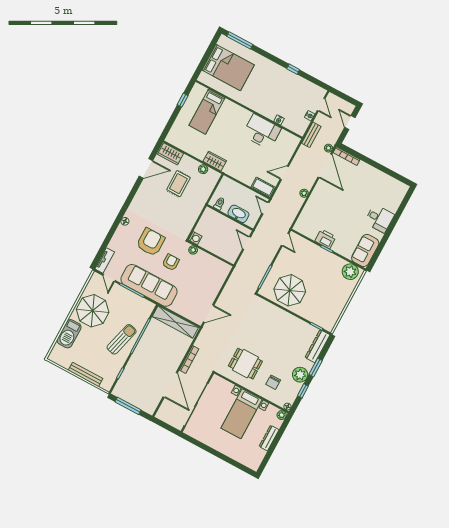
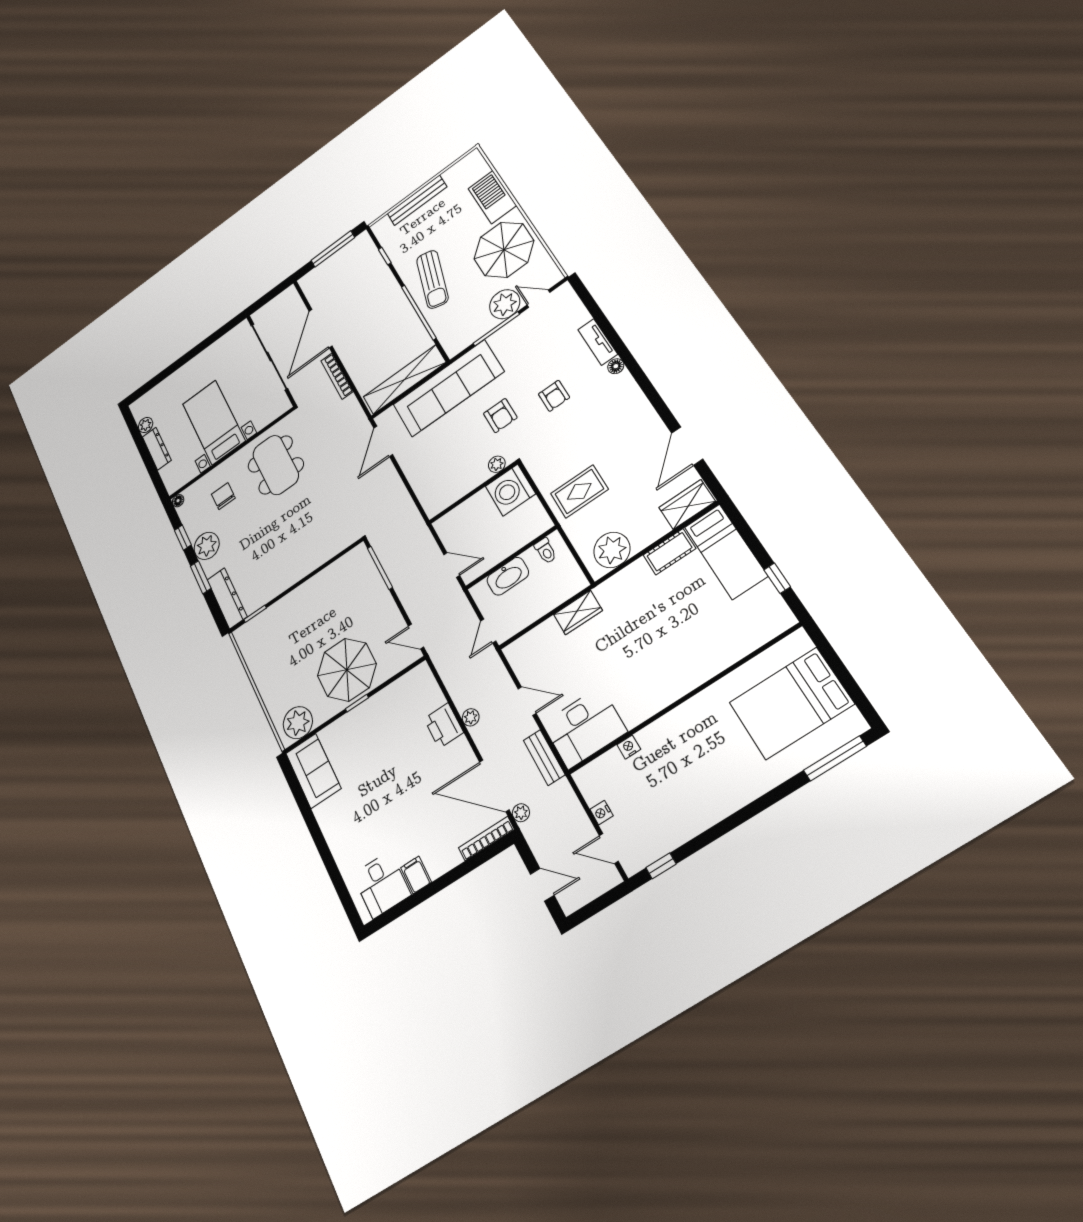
window: (293, 69) -> (661, 866), moved
bed: (207, 112) -> (726, 552), moved, turned 180
desk: (262, 132) -> (585, 728), moved
bench: (311, 135) -> (544, 758), moved
wardrobe: (215, 161) -> (578, 613), moved
plant: (203, 169) -> (612, 550), width x1.88, depth x1.88
door: (284, 173) -> (527, 701), hinge flipped
filing cabinet: (378, 177) -> (416, 875), added
rug: (178, 184) -> (579, 491), moved, turned 90
cot: (263, 187) -> (669, 552), moved
door: (265, 208) -> (488, 631), swing flipped
desk: (379, 219) -> (382, 885), moved, turned -90
washing machine: (195, 238) -> (510, 490), width x1.89, depth x1.89
printer: (325, 239) -> (444, 726), moved, turned 90
armchair: (151, 242) -> (554, 396), width x0.53, depth x0.53
tv unit: (105, 260) -> (598, 342), moved
sofa: (149, 285) -> (448, 388), moved
parasol: (290, 290) -> (347, 670), moved
plant: (119, 293) -> (505, 304), added
dining table: (245, 364) -> (276, 465), width x1.38
door: (170, 385) -> (321, 328), hinge flipped
plant: (282, 415) -> (146, 425), moved

